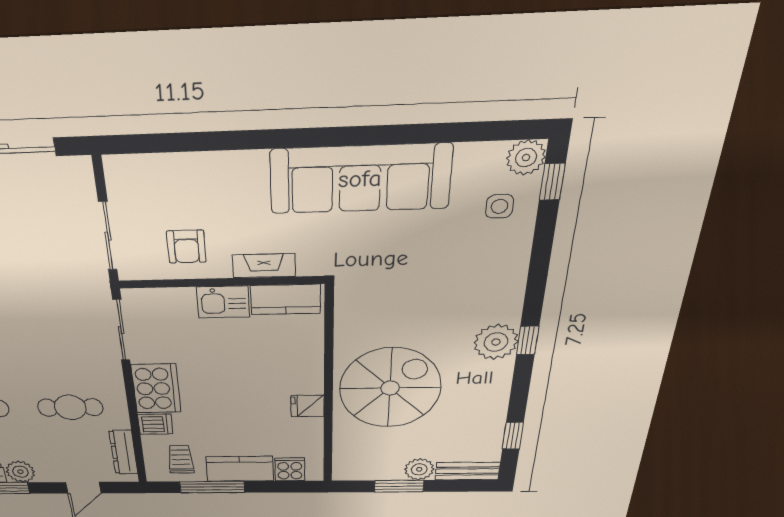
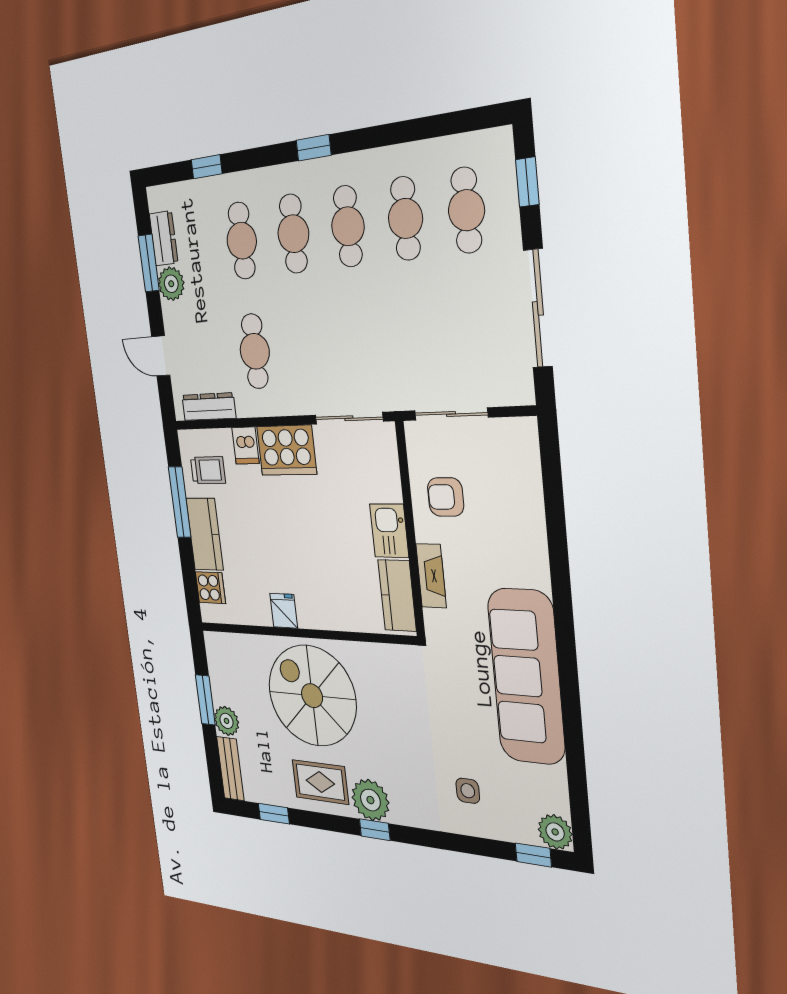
side table: (499, 206) -> (468, 791), moved
spiral stairs: (390, 388) -> (312, 696), turned 180
rug: (478, 388) -> (320, 782), added

